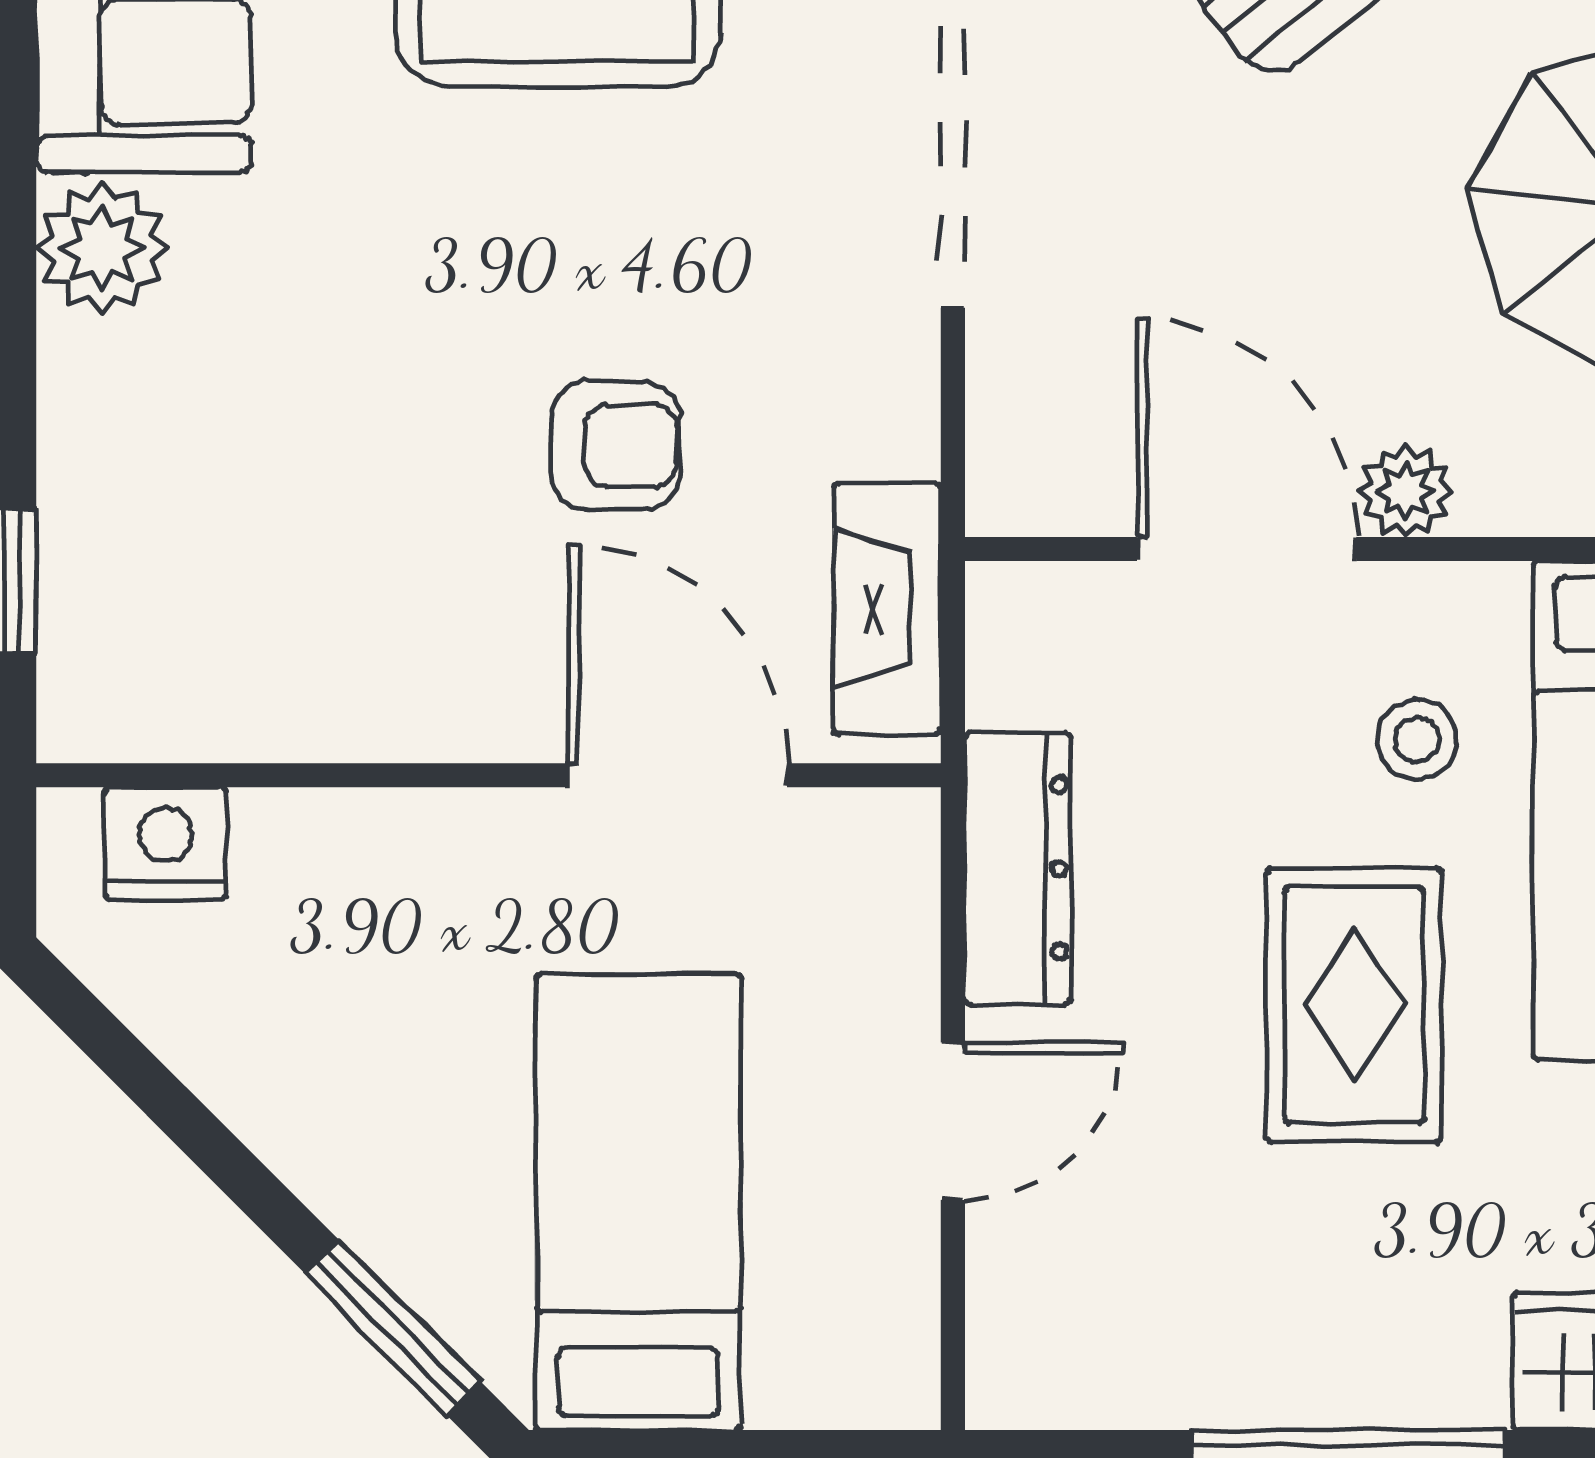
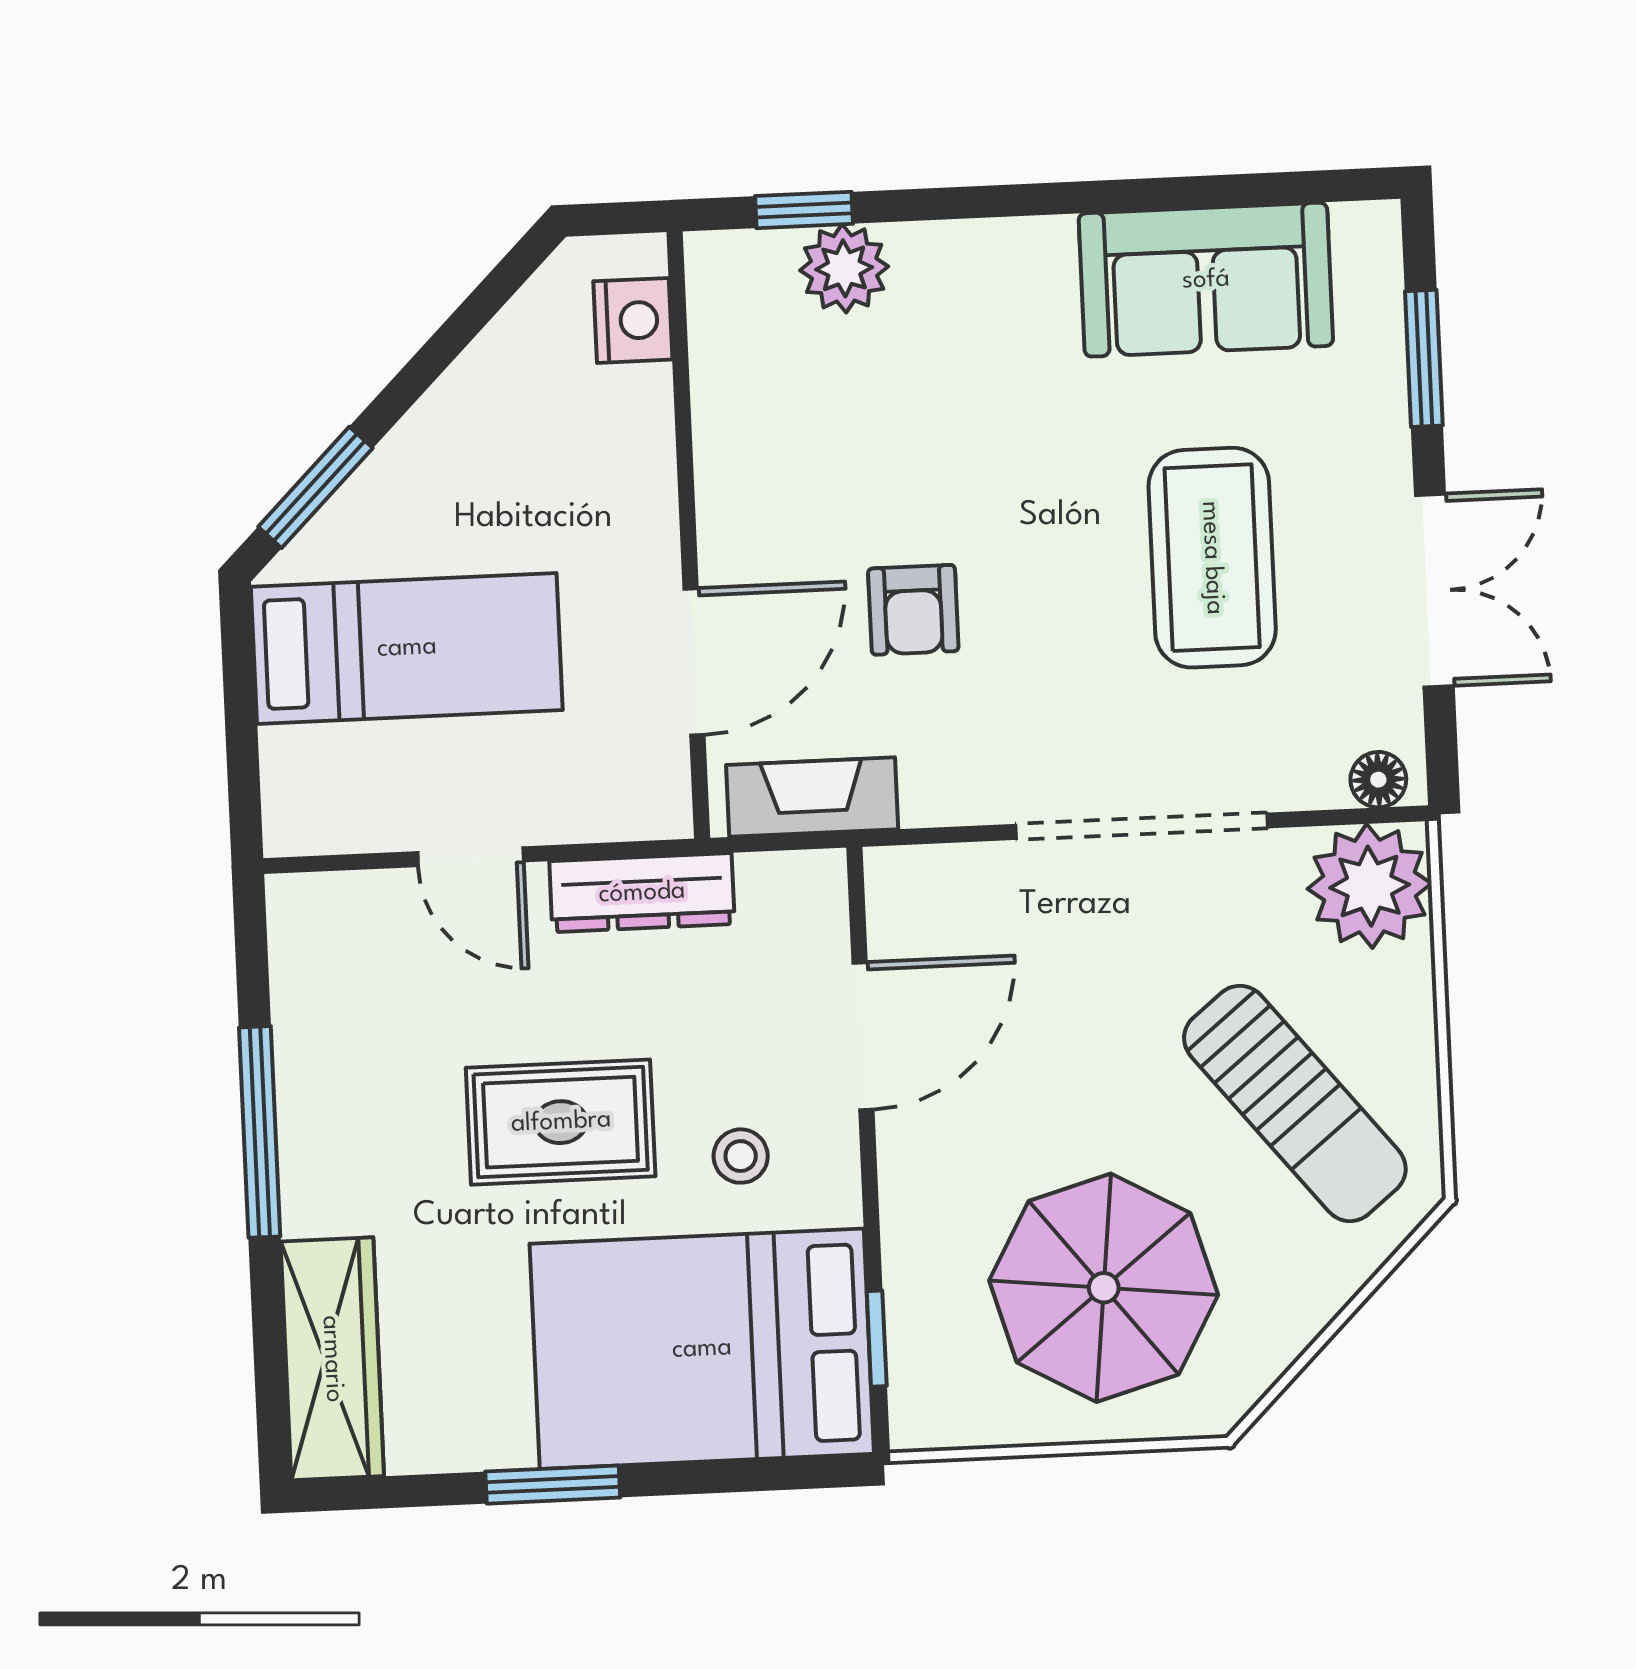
plant: (102, 248) -> (844, 268), moved
plant: (1406, 491) -> (907, 1141), removed

